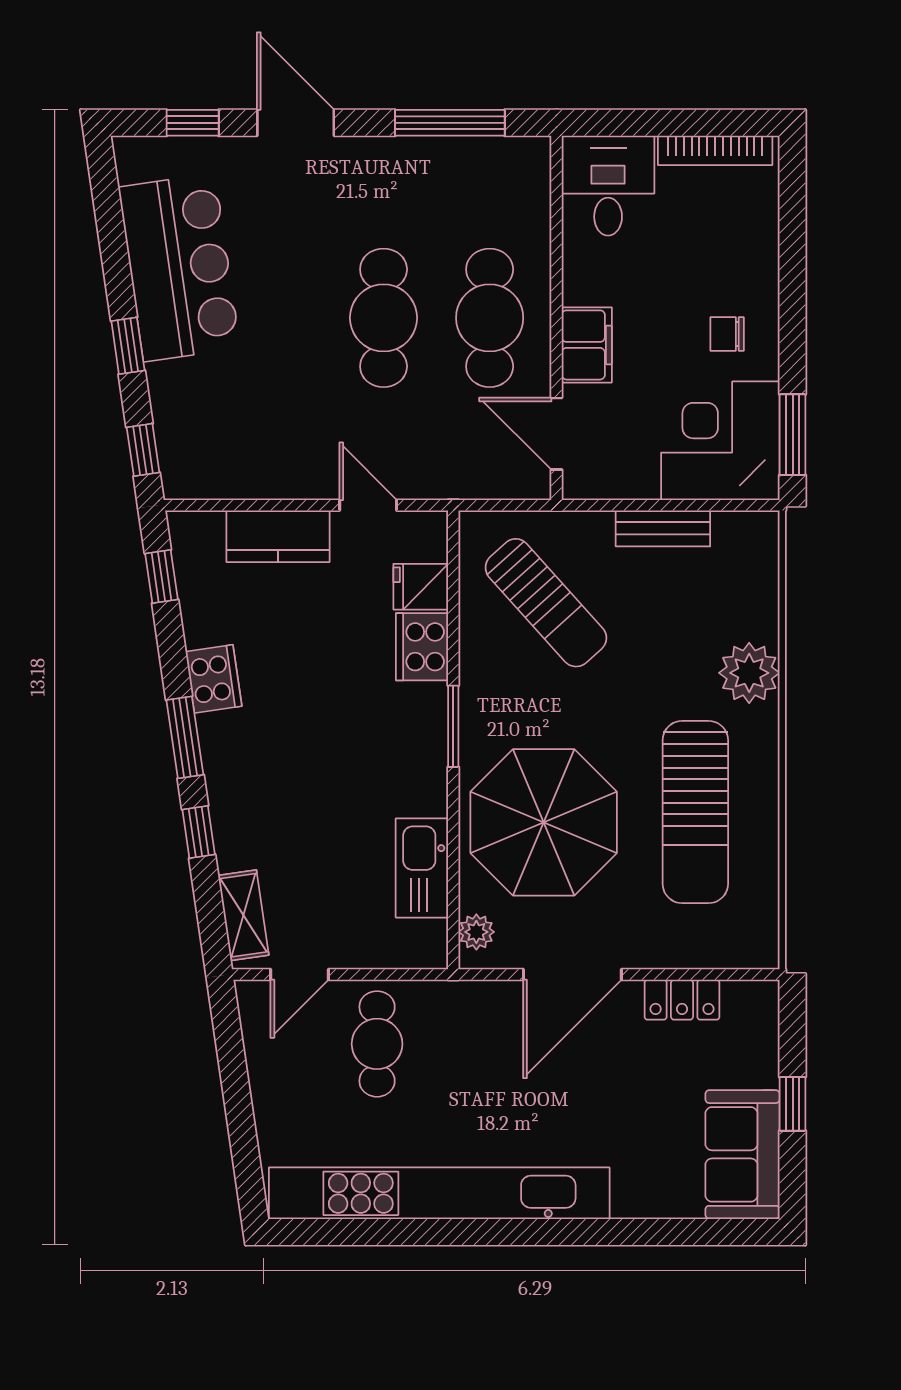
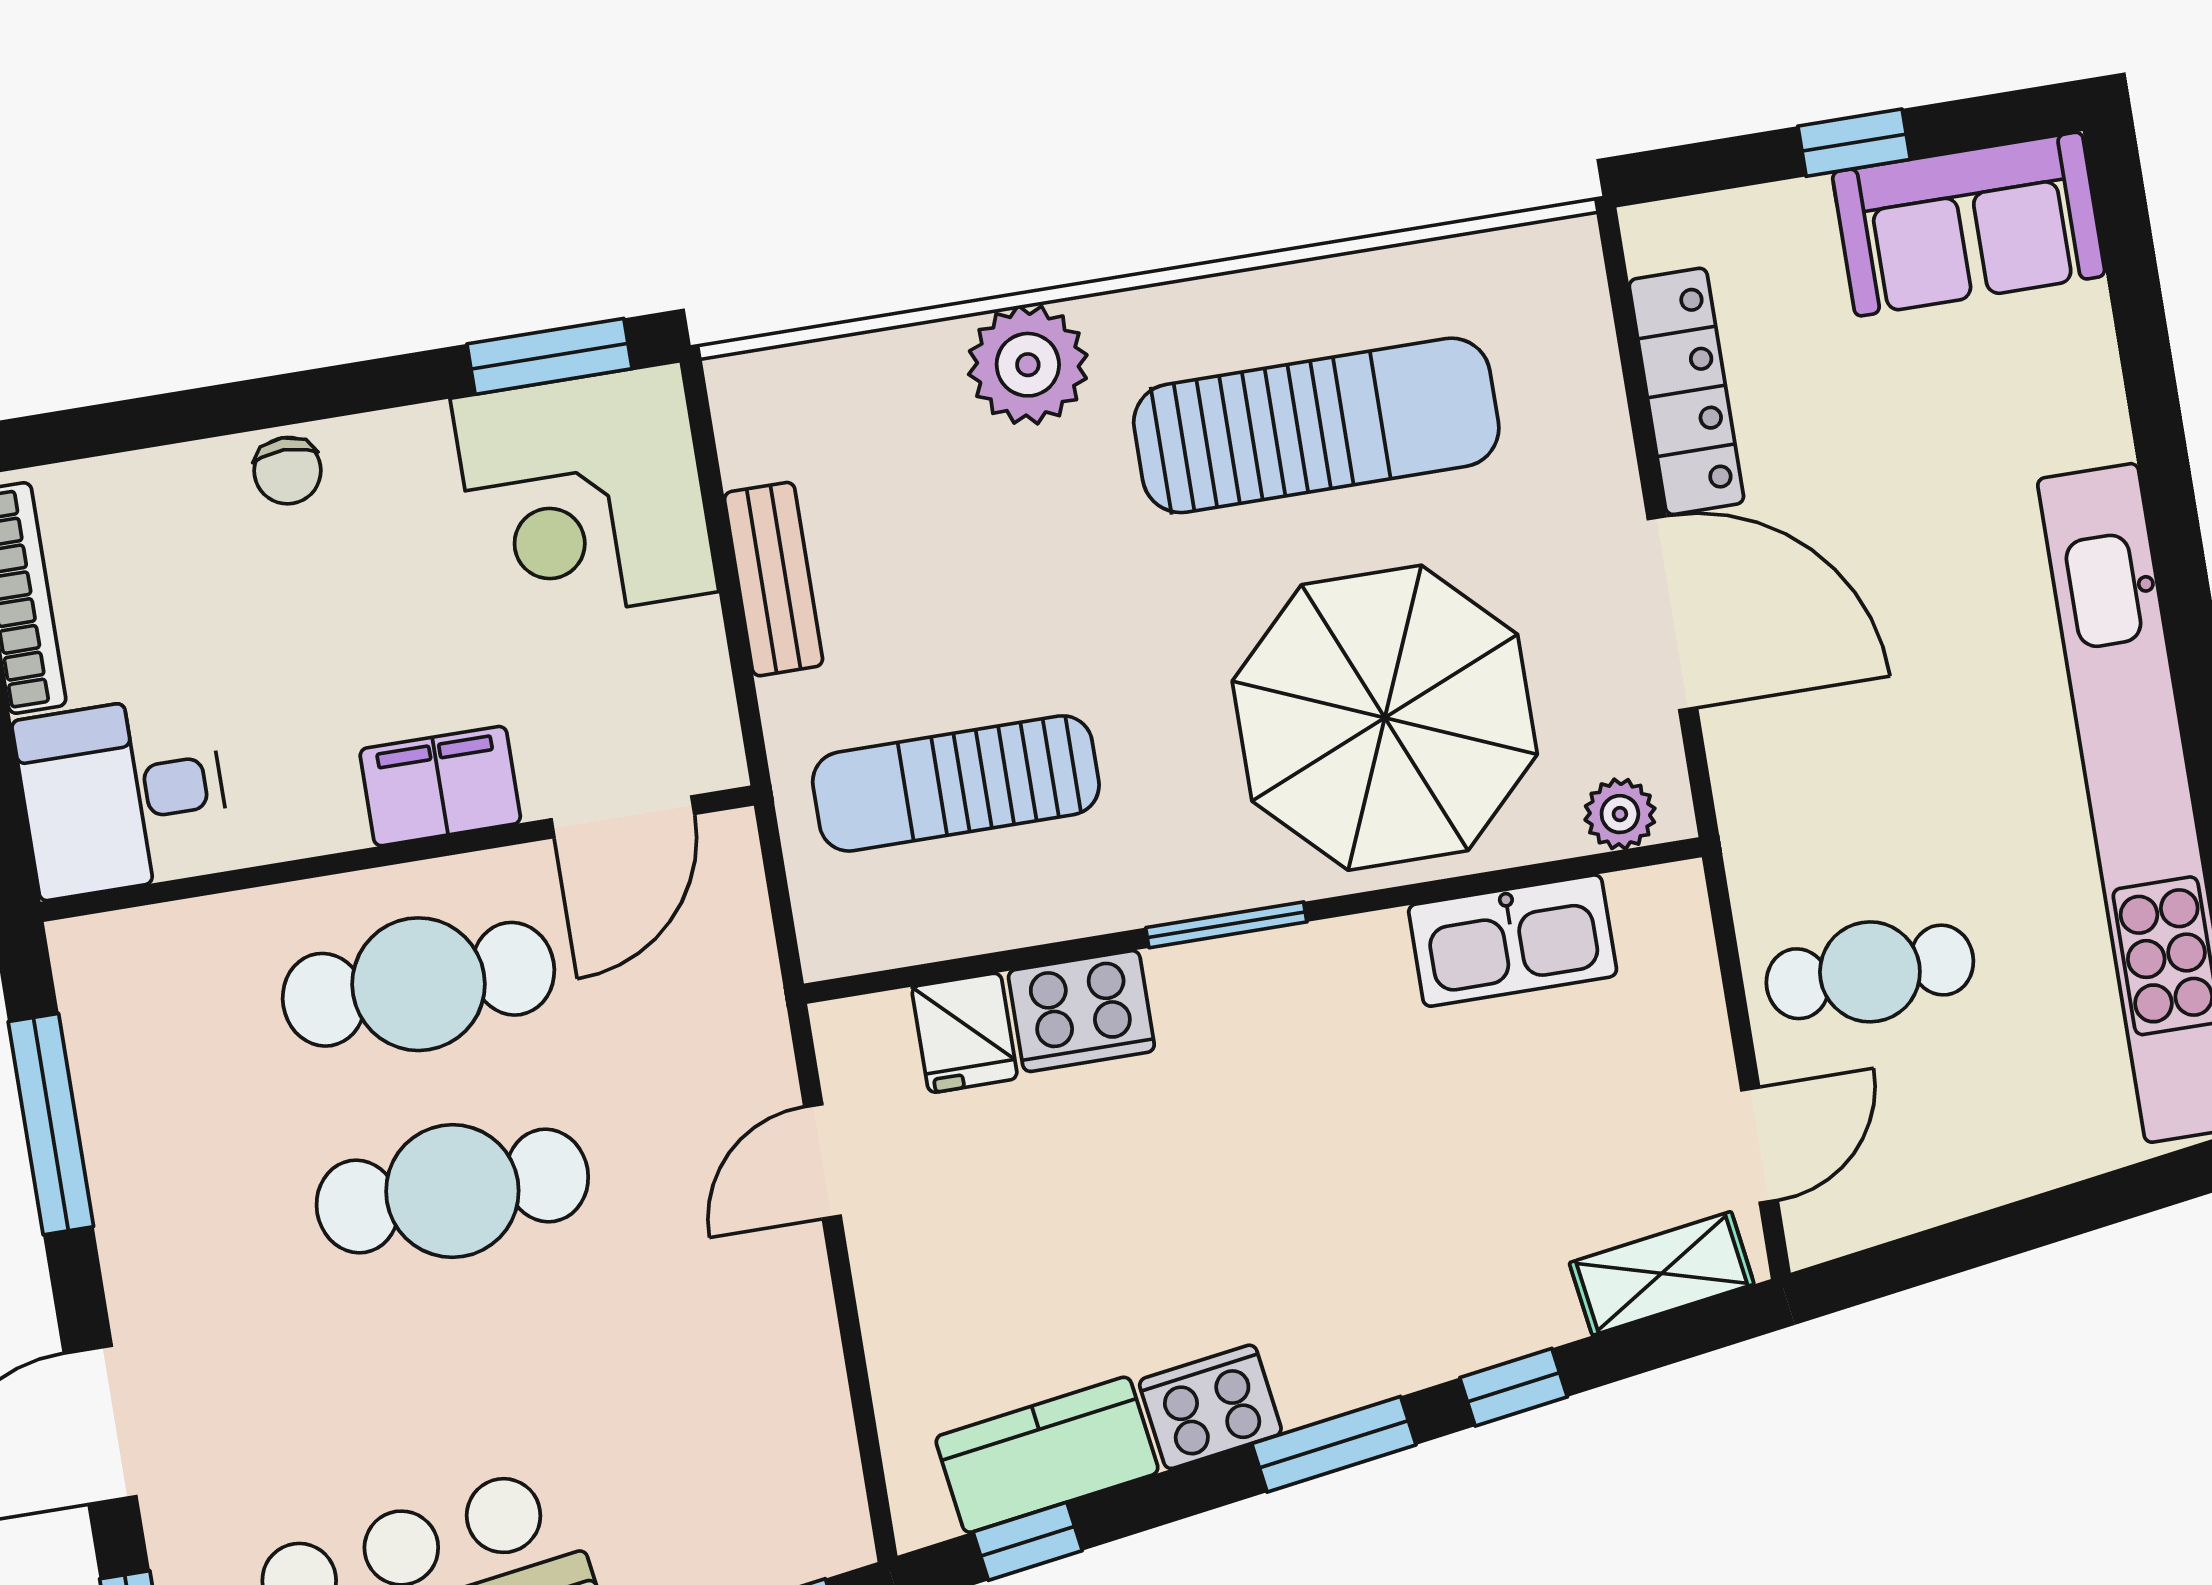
chair: (727, 334) -> (287, 471), moved
kitchen counter: (278, 536) -> (1047, 1455), moved, turned -98
sun lounger: (546, 603) -> (956, 783), turned -138
door: (300, 975) -> (1759, 1145), hinge flipped
locker: (682, 1000) -> (1686, 391), width x1.53

